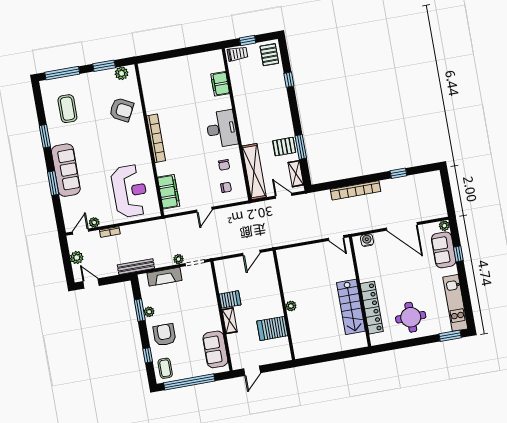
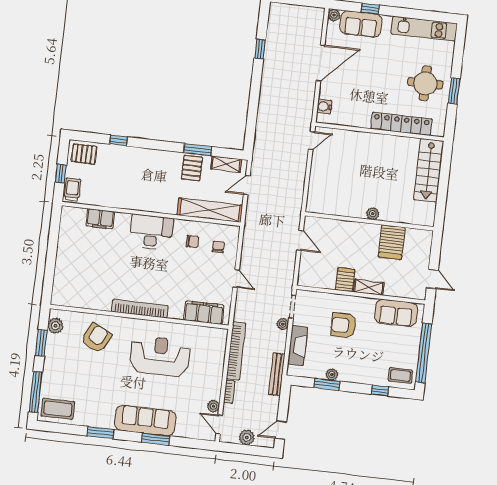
coffee table: (67, 109) -> (58, 409), moved
bookcase: (356, 190) -> (236, 351), moved
reception desk: (130, 191) -> (160, 356), moved
stairs: (351, 307) -> (429, 170), moved, turned 90
armchair: (164, 335) -> (343, 325), moved
window: (450, 336) -> (454, 91), moved

